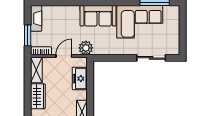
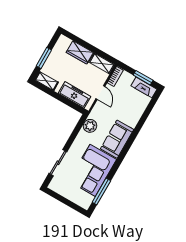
window: (28, 35) -> (143, 78), moved
plant: (86, 48) -> (90, 126), moved
freezer: (80, 79) -> (75, 95), width x1.40

